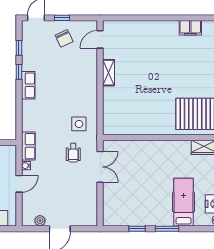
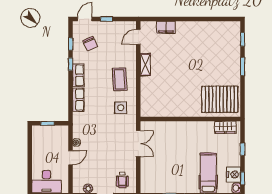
filing cabinet: (190, 28) -> (166, 27), moved
chair: (64, 38) -> (90, 44), moved
coffee table: (78, 90) -> (120, 79), added
row of seats: (28, 146) -> (78, 100), moved
wheelchair: (73, 153) -> (122, 180), moved

